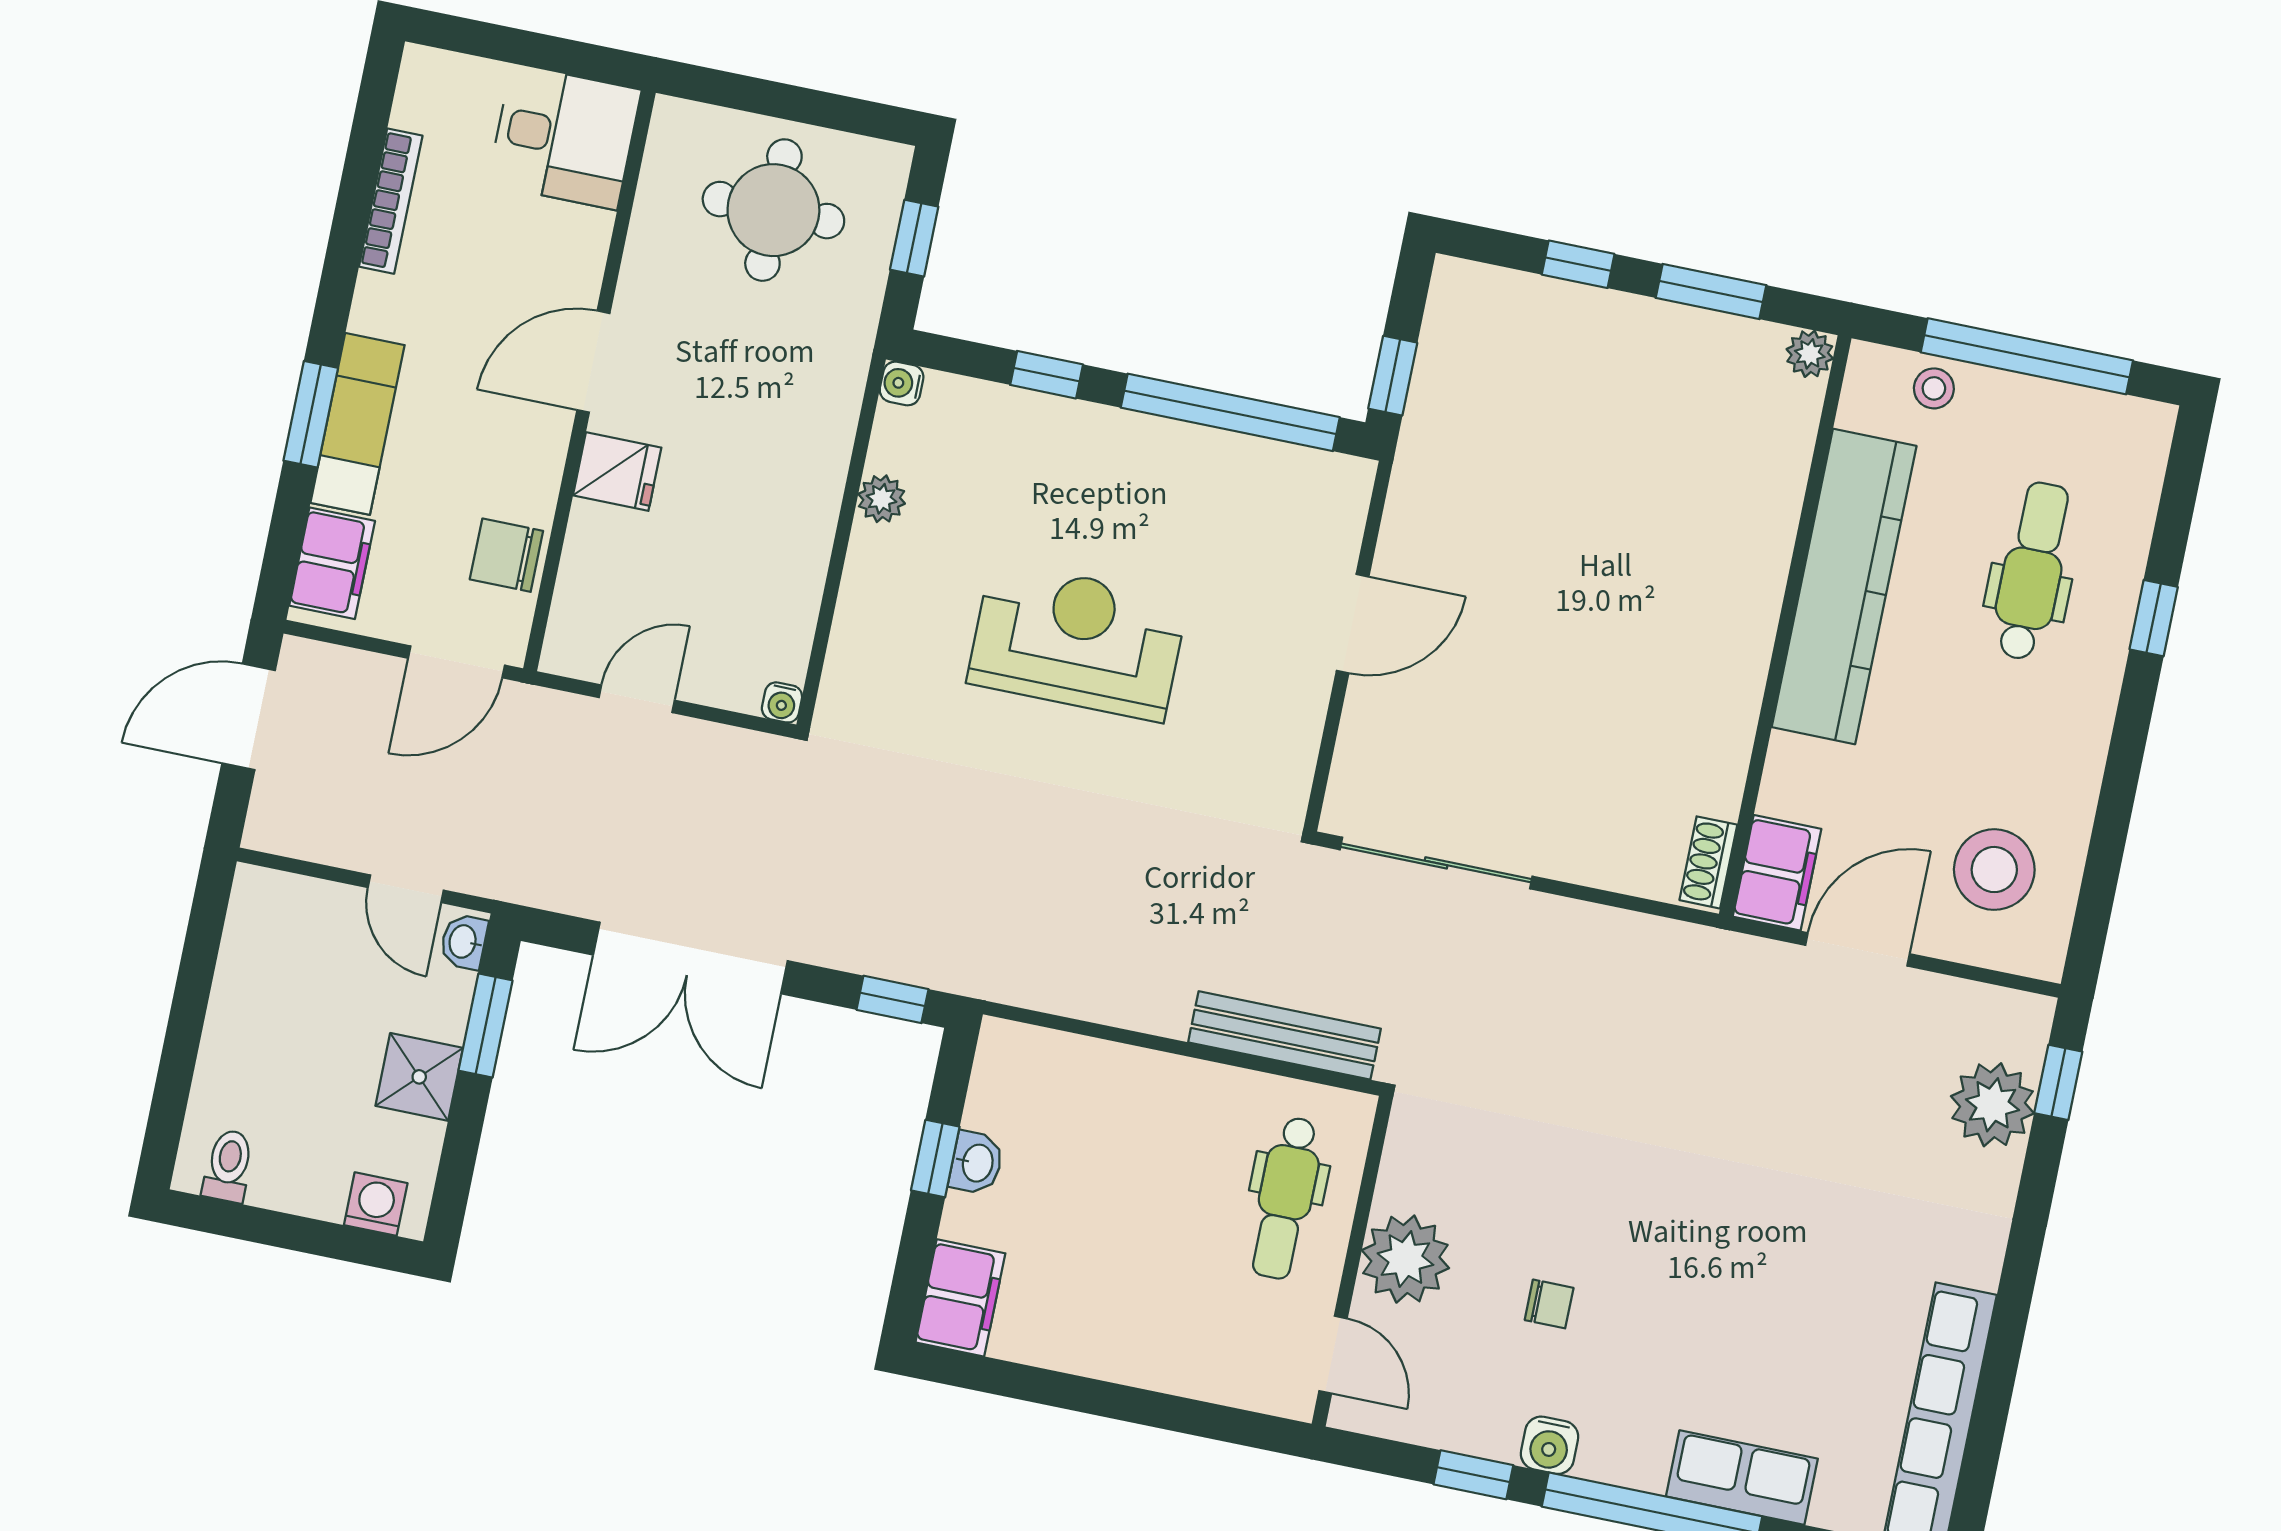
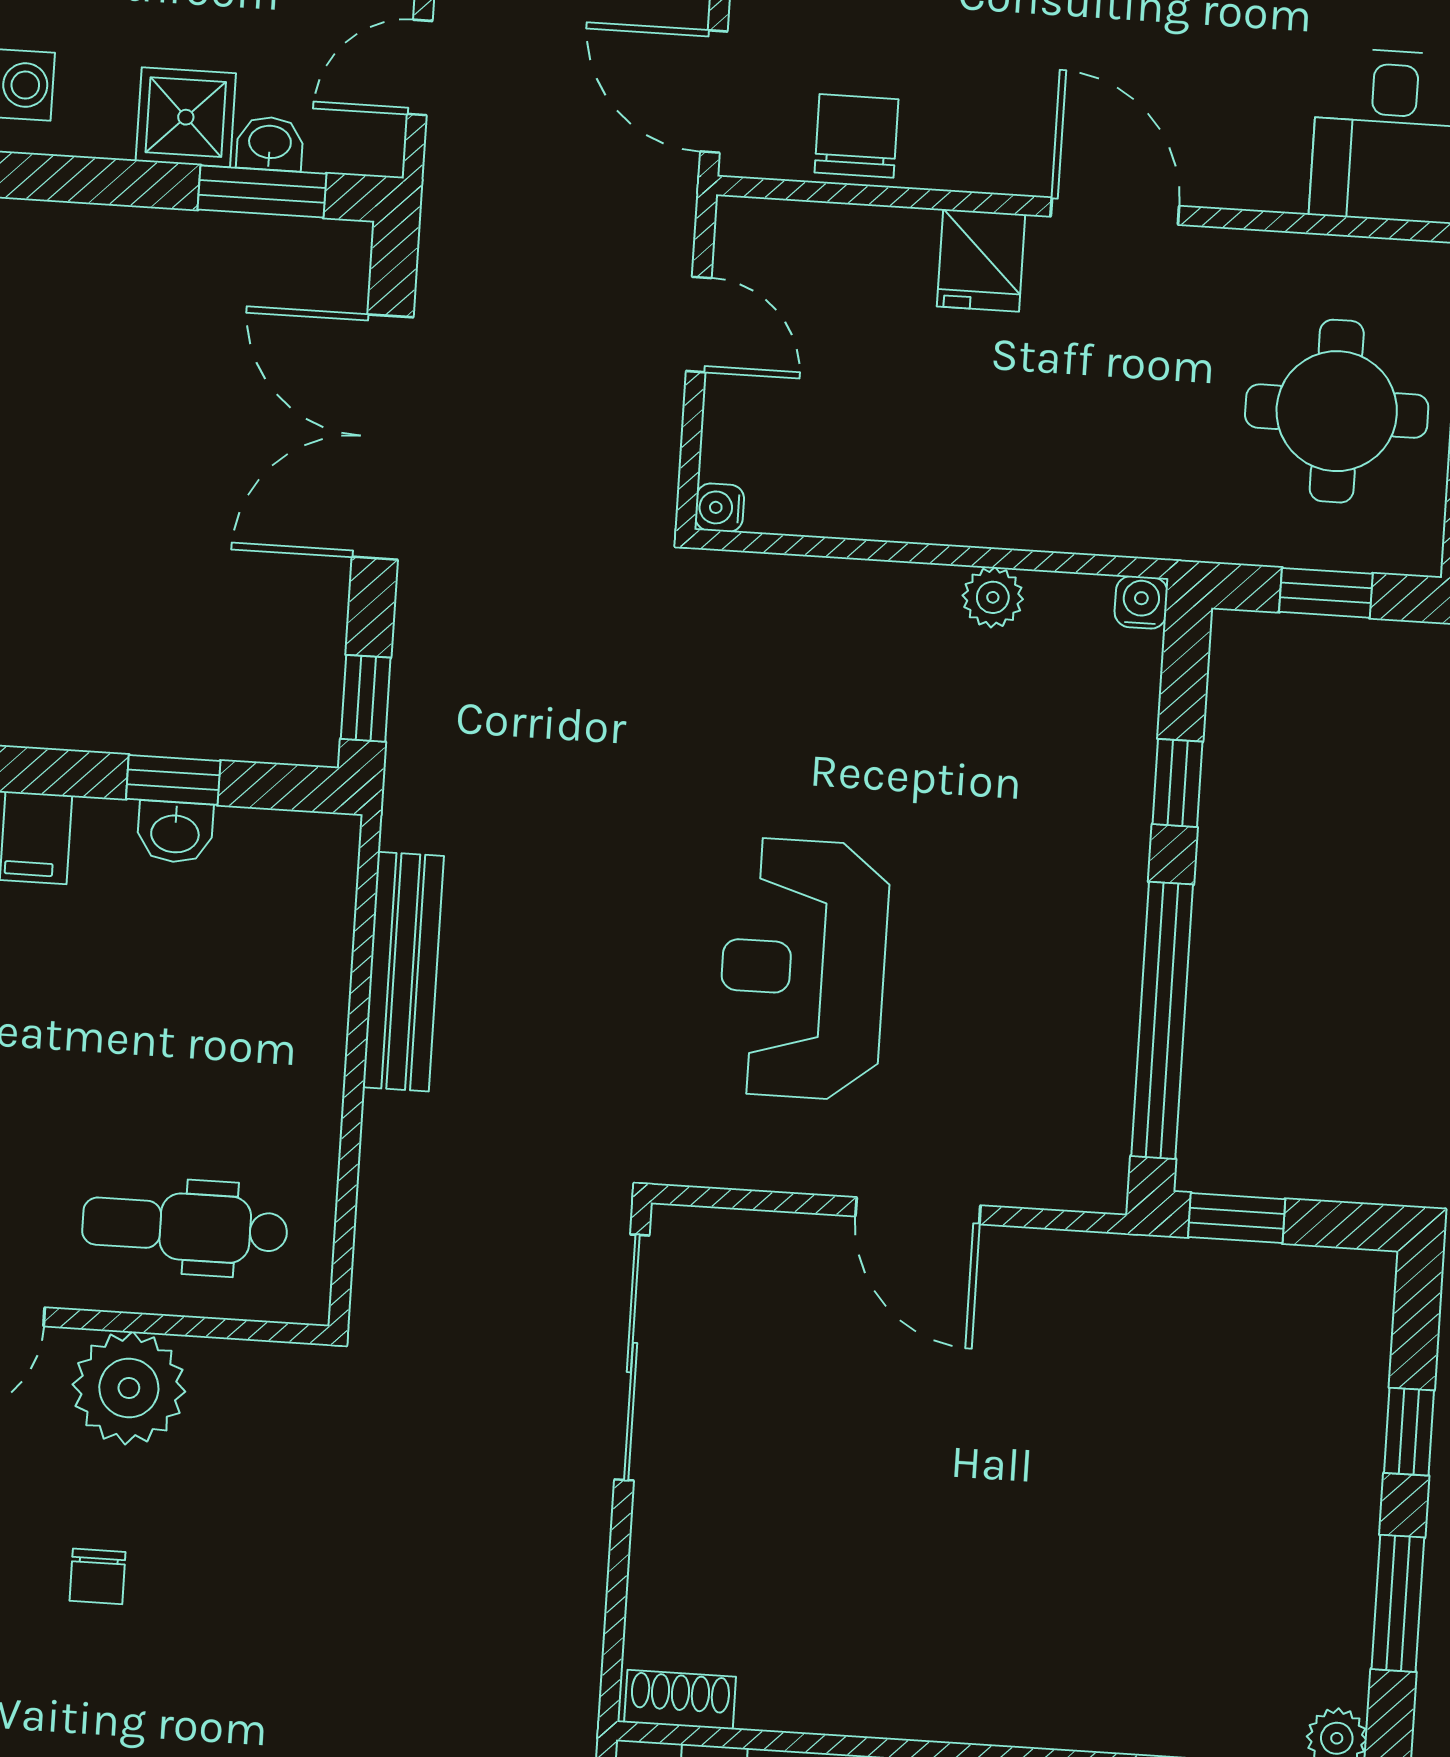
reception desk: (1077, 641) -> (803, 969), moved, turned 180
washbasin: (464, 942) -> (270, 144), moved
bench: (1284, 1035) -> (403, 972), moved

